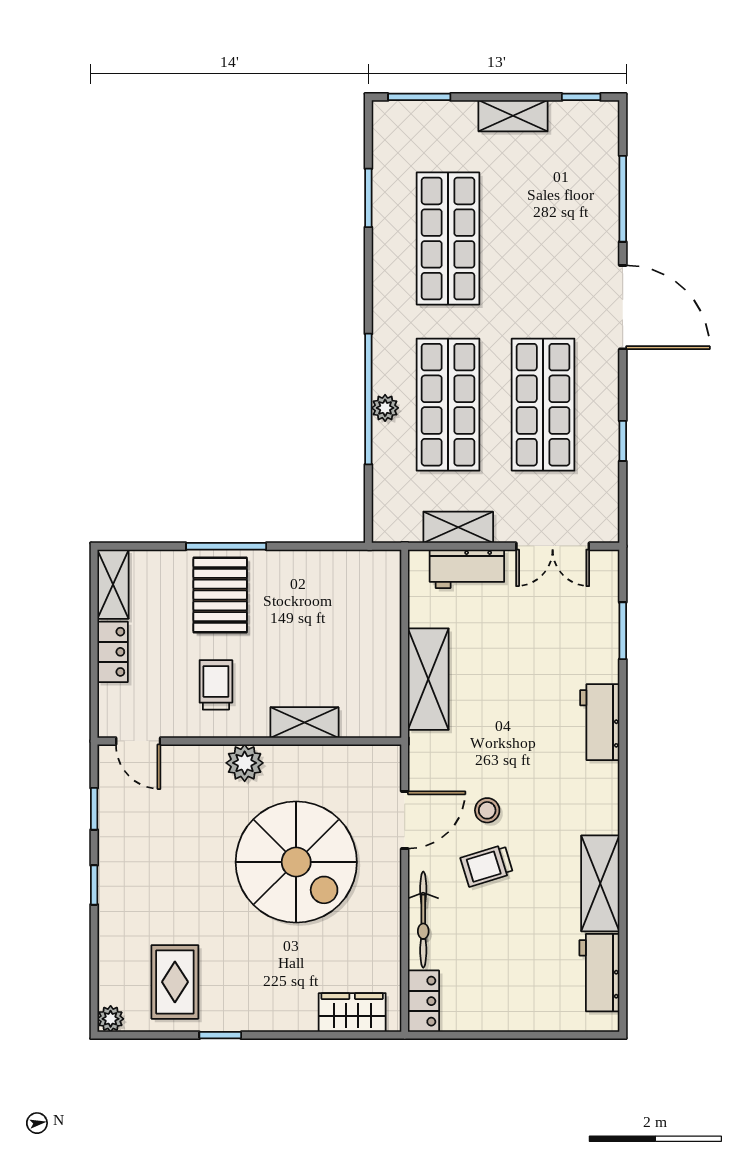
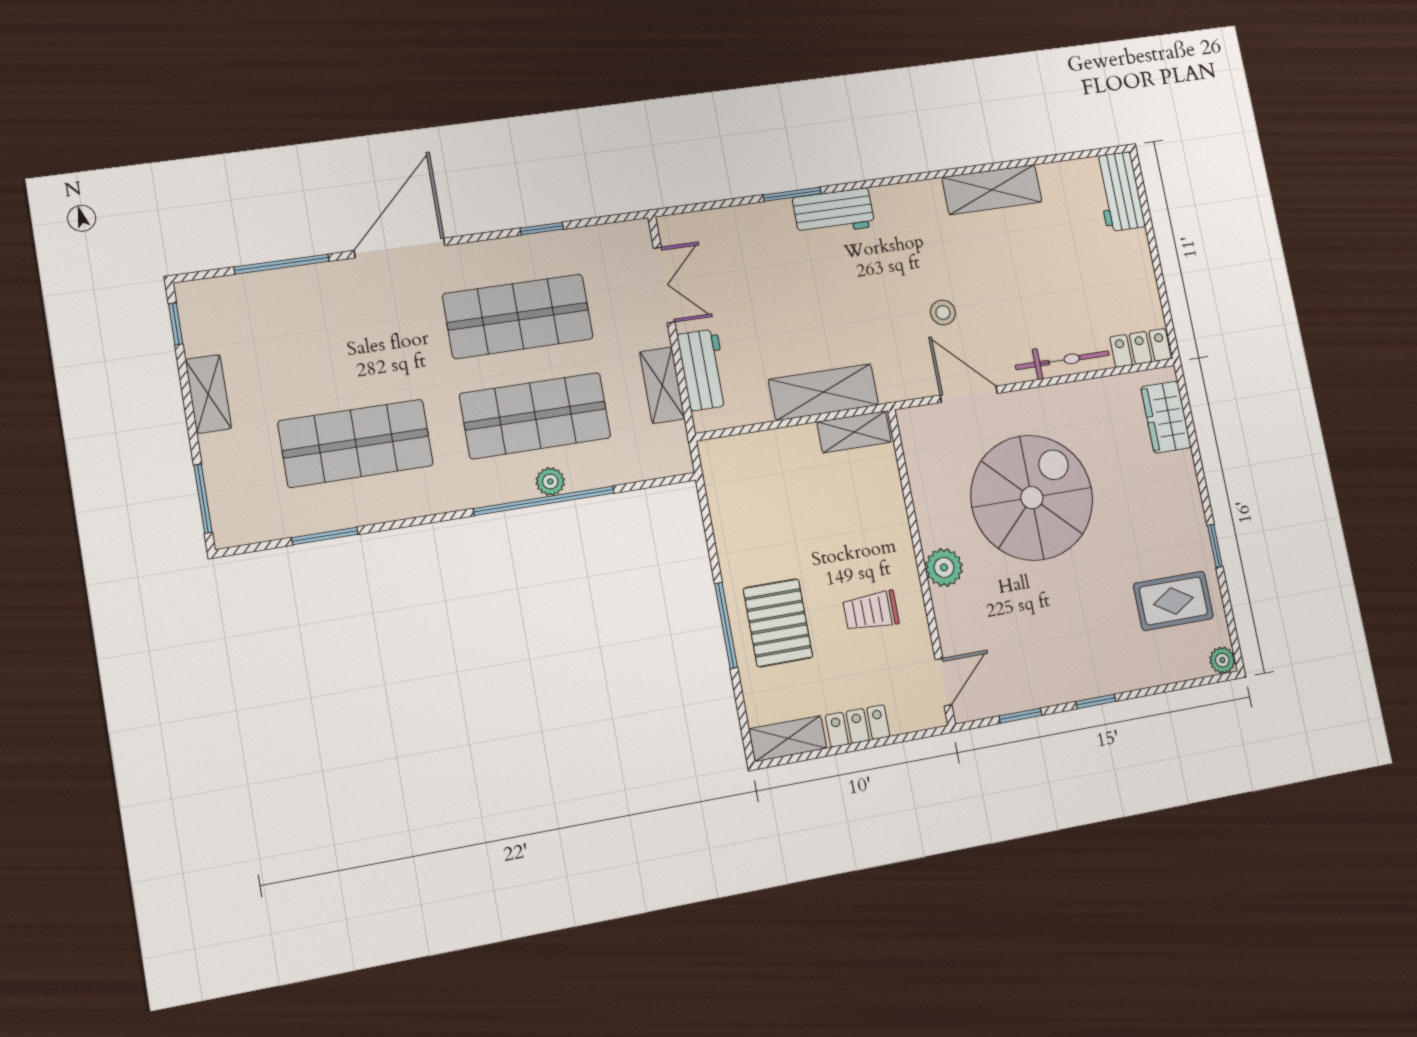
pallet: (220, 595) -> (778, 623), turned 90
window: (623, 631) -> (792, 194), moved
shelving: (304, 722) -> (854, 432), moved, turned 90
trolley: (487, 866) -> (997, 305), removed
workbench: (599, 973) -> (1119, 192), moved, turned 90

